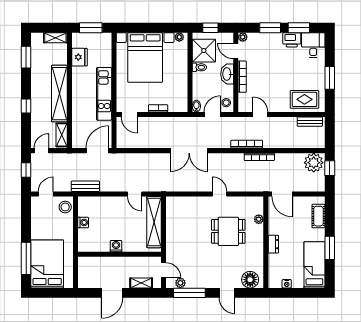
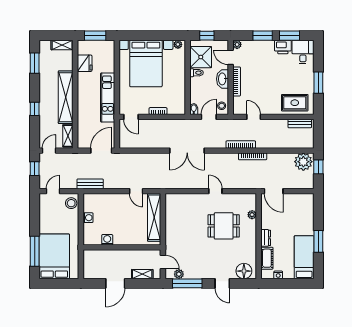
cot: (318, 216) -> (267, 258), moved
washing machine: (116, 246) -> (107, 240), moved

